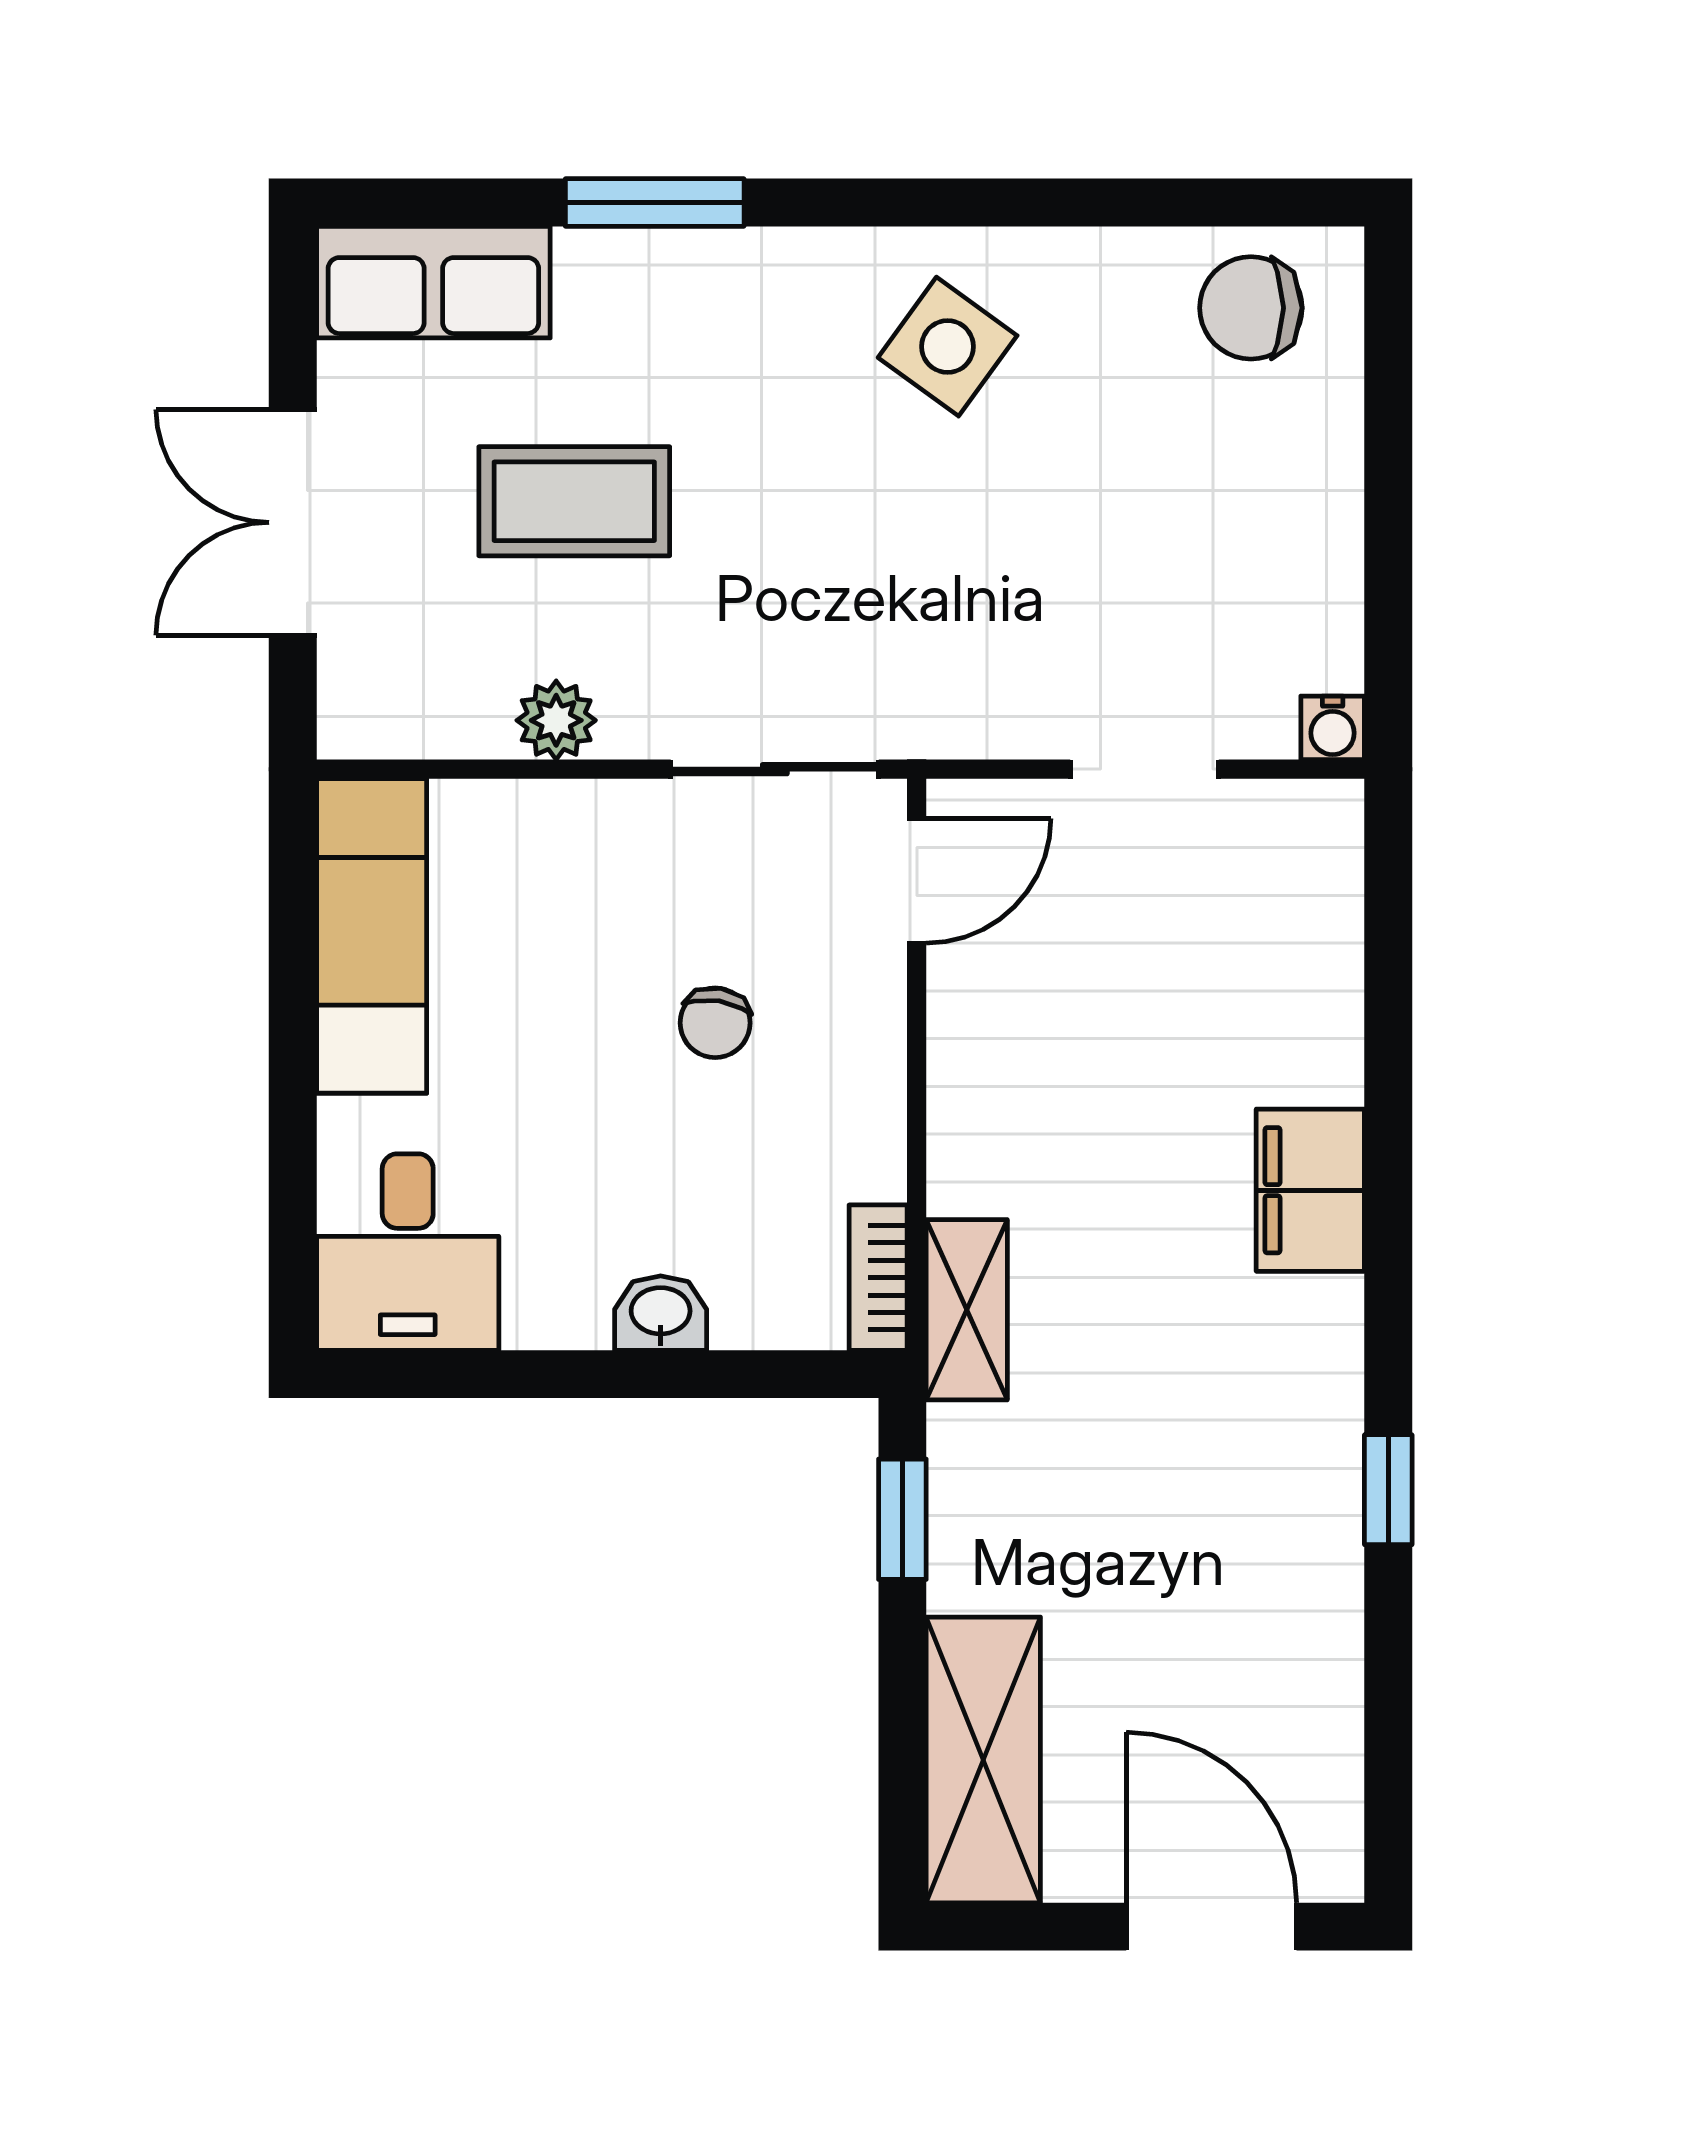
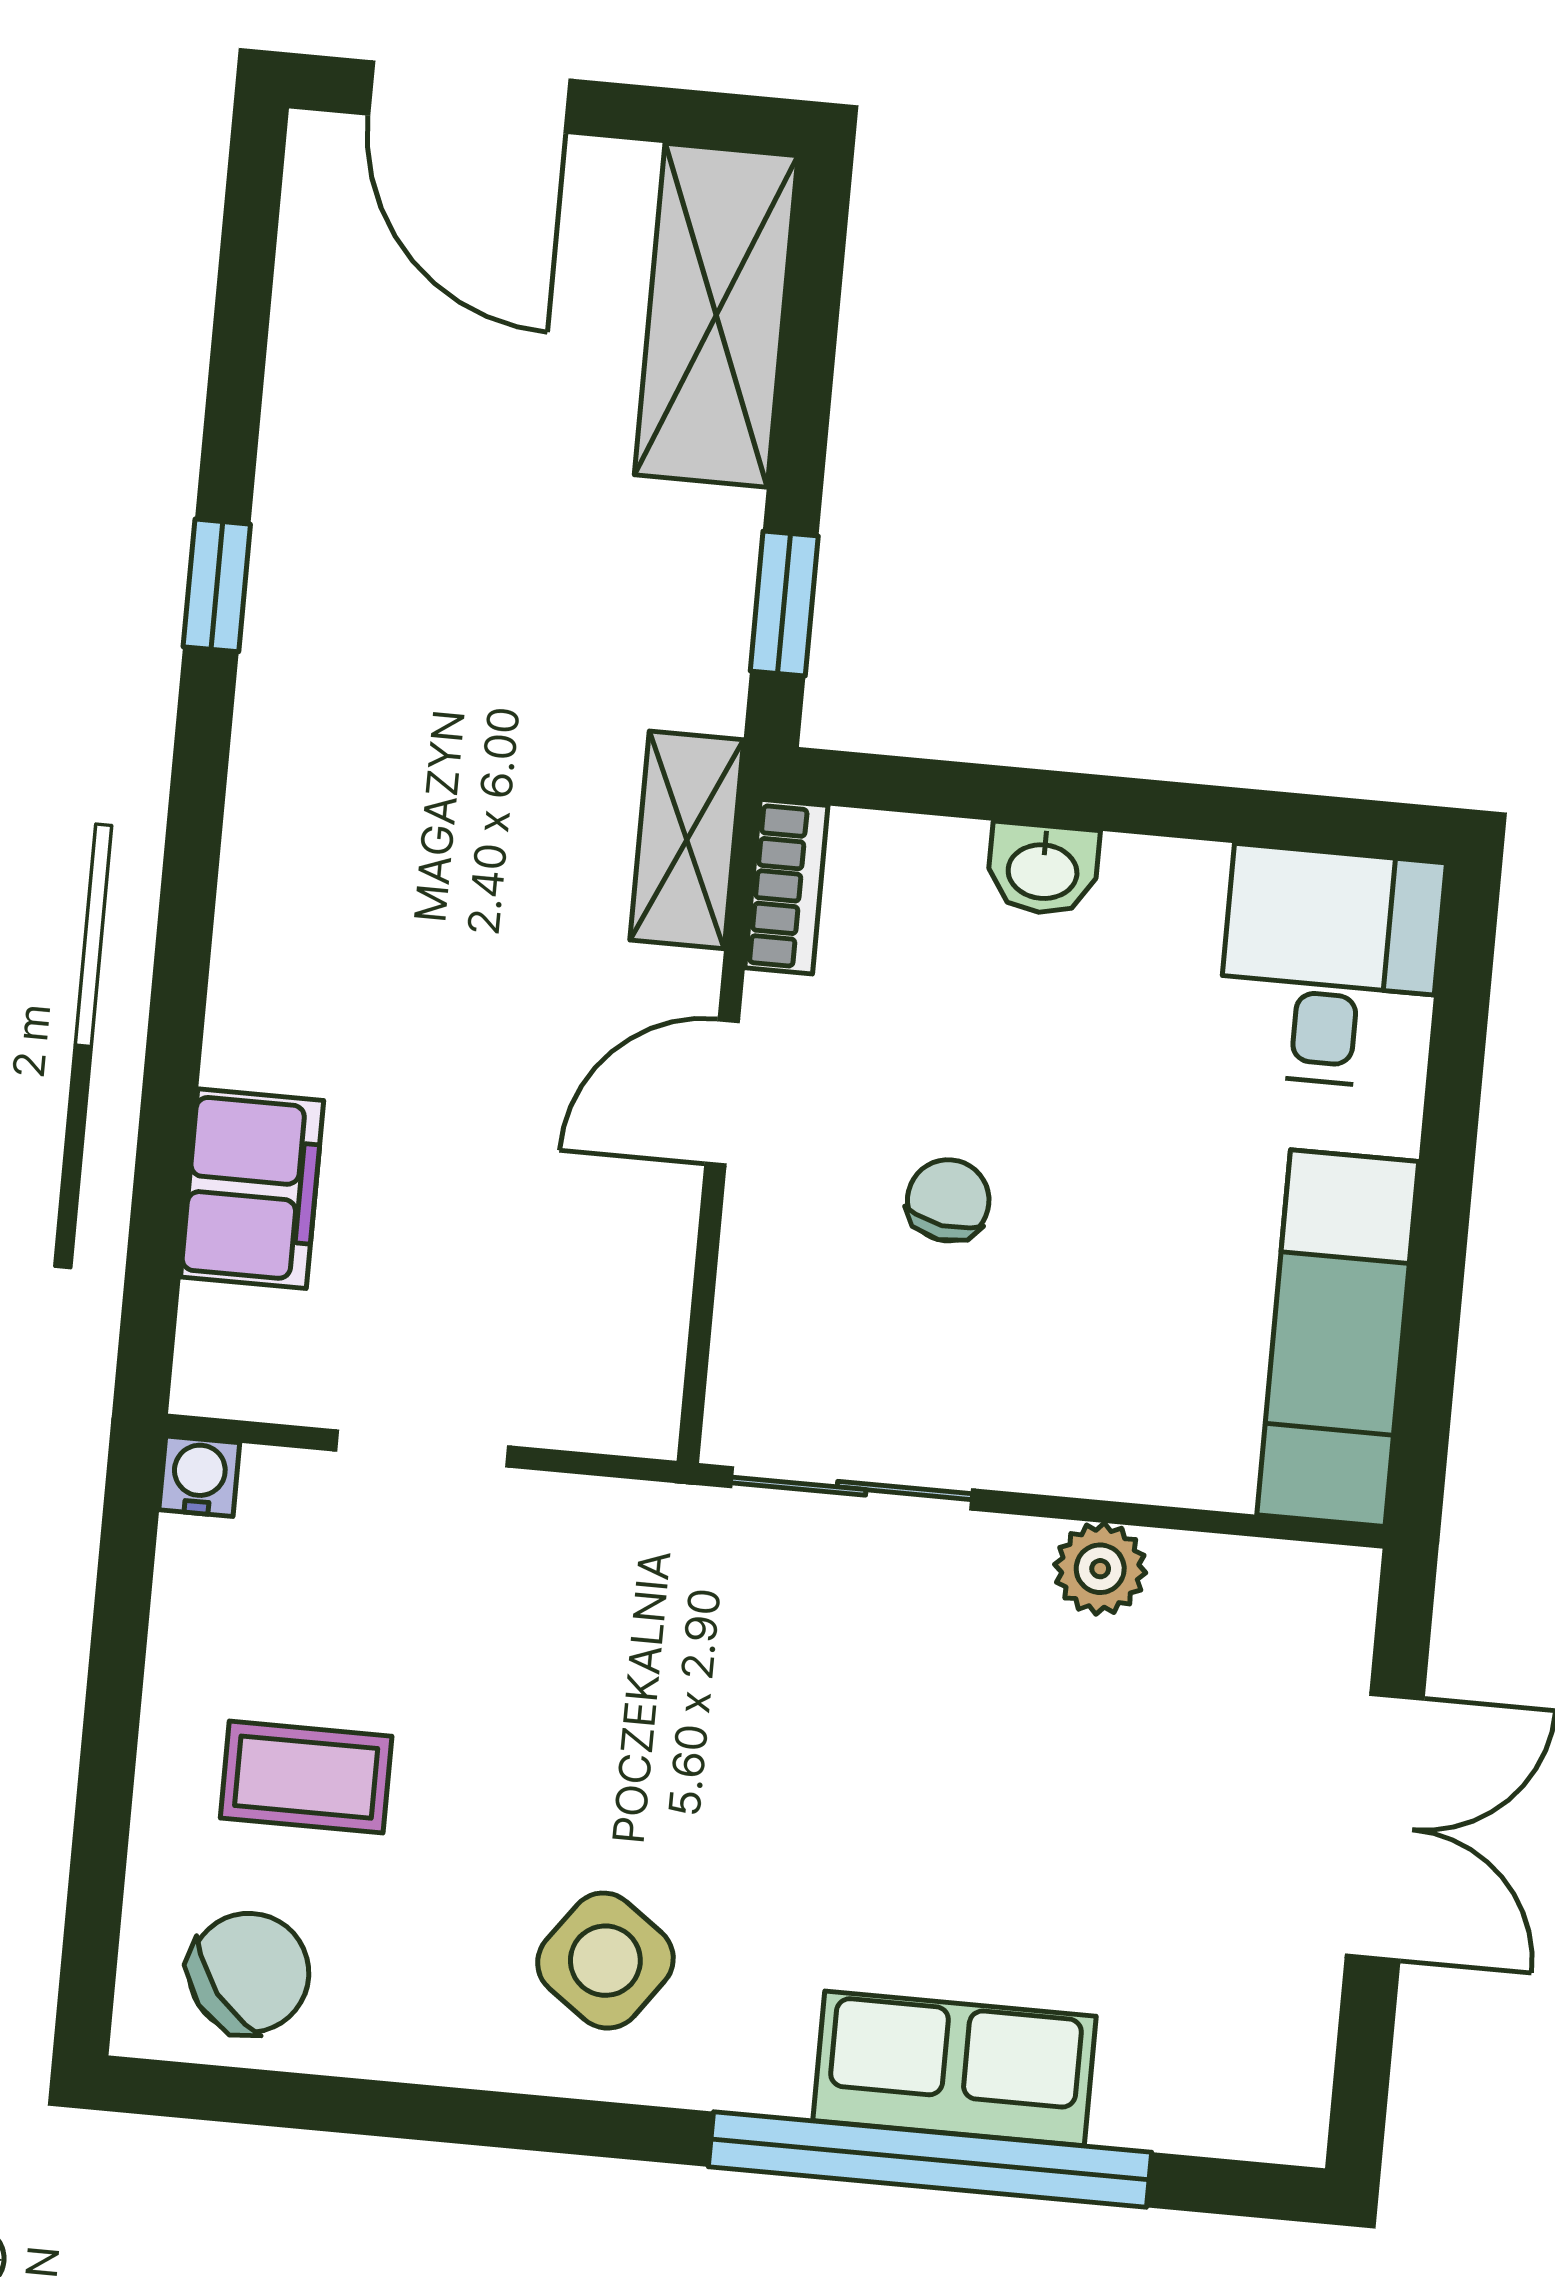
window: (655, 202) -> (930, 2159), width x2.11
row of seats: (433, 282) -> (955, 2068), moved
chair: (1251, 308) -> (249, 1973), turned -38
coffee table: (574, 501) -> (306, 1777), moved, width x0.73, depth x0.77
door: (917, 881) -> (722, 1093), moved
filing cabinet: (1310, 1190) -> (252, 1189), moved

